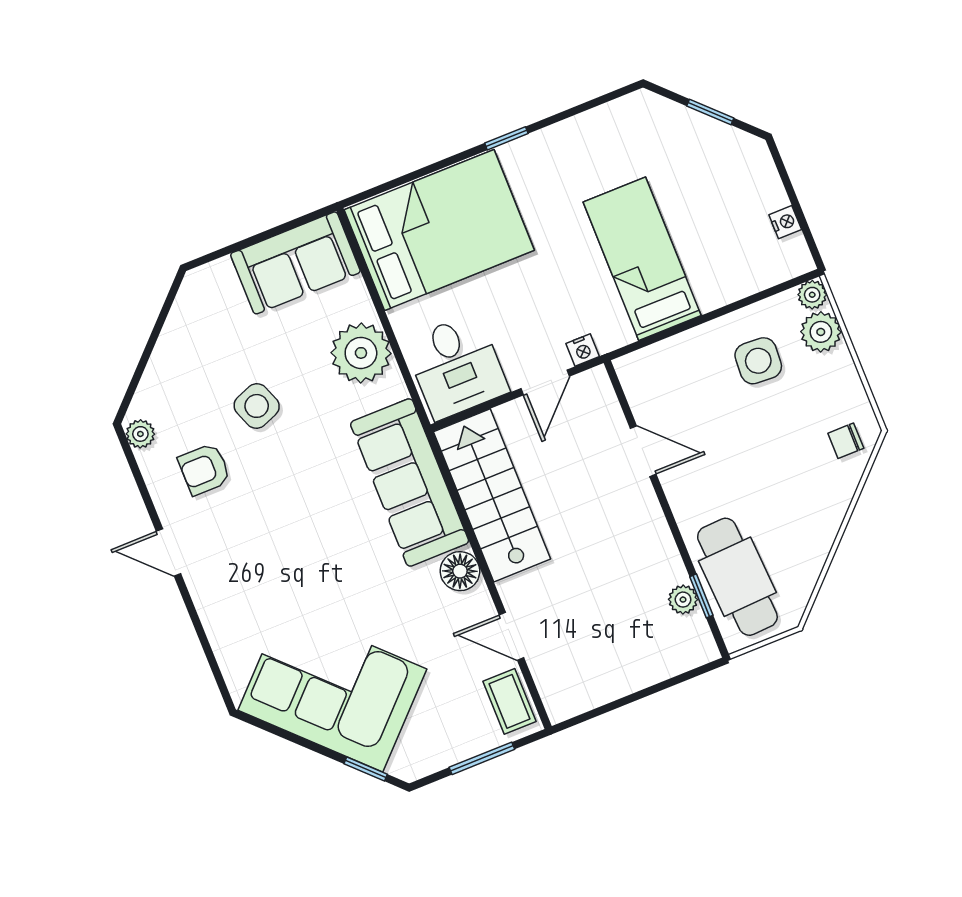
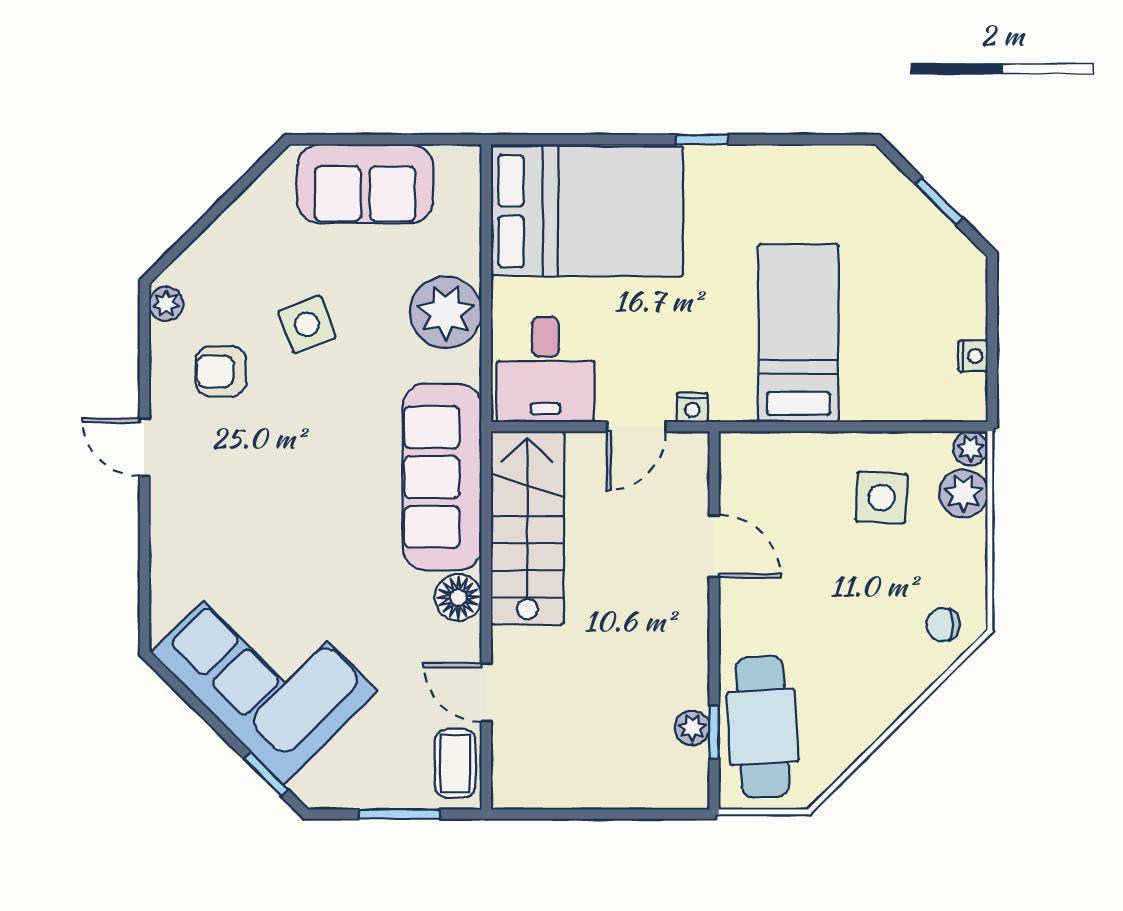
sofa: (295, 263) -> (365, 184), moved

